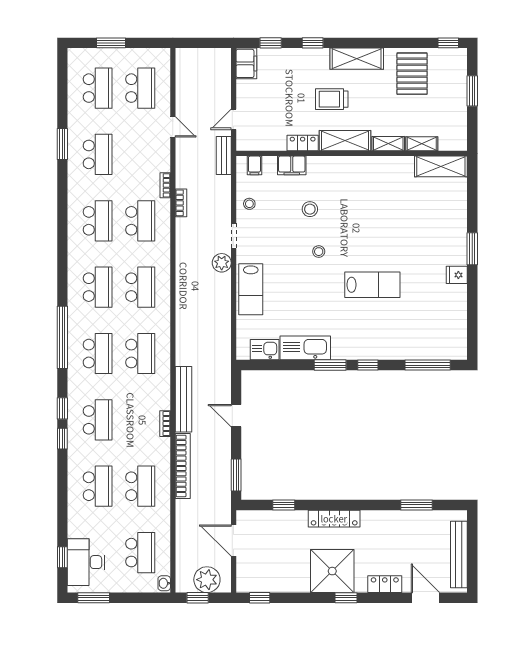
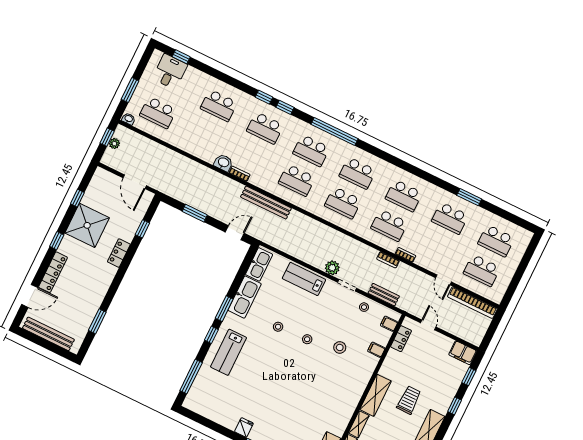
window: (111, 43) -> (523, 265), removed
door: (173, 127) -> (444, 280), hinge flipped
locker: (303, 143) -> (401, 339), moved
bench: (224, 156) -> (384, 295), moved
filing cabinet: (292, 165) -> (376, 350), width x0.50
lab bench: (372, 285) -> (229, 352), moved
stool: (321, 292) -> (278, 327), added
kitchen sink: (265, 350) -> (259, 264), width x1.38
bench: (184, 399) -> (266, 203), moved
door: (236, 416) -> (235, 233), moved
washbasin: (161, 448) -> (223, 163), added
bookcase: (183, 466) -> (472, 303), moved
window: (236, 475) -> (195, 213), moved
school desk: (140, 486) -> (204, 135), removed
locker: (334, 519) -> (119, 253), width x0.66
door: (234, 541) -> (135, 182), swing flipped
desk: (86, 562) -> (170, 72), width x0.73
shower: (332, 571) -> (87, 225), moved
plant: (207, 580) -> (114, 144), width x0.53, depth x0.53
locker: (385, 584) -> (53, 272), width x1.53
window: (94, 598) -> (130, 90), moved
window: (260, 598) -> (77, 198), moved

